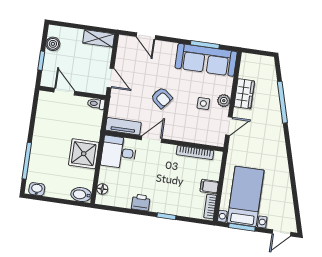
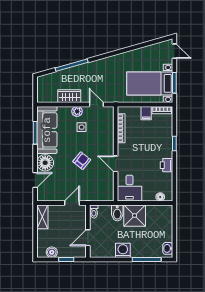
floor lamp: (166, 52) -> (45, 163), added
tv unit: (123, 126) -> (109, 188), removed
washing machine: (42, 133) -> (123, 250), added
bidet: (81, 195) -> (117, 213), moved

